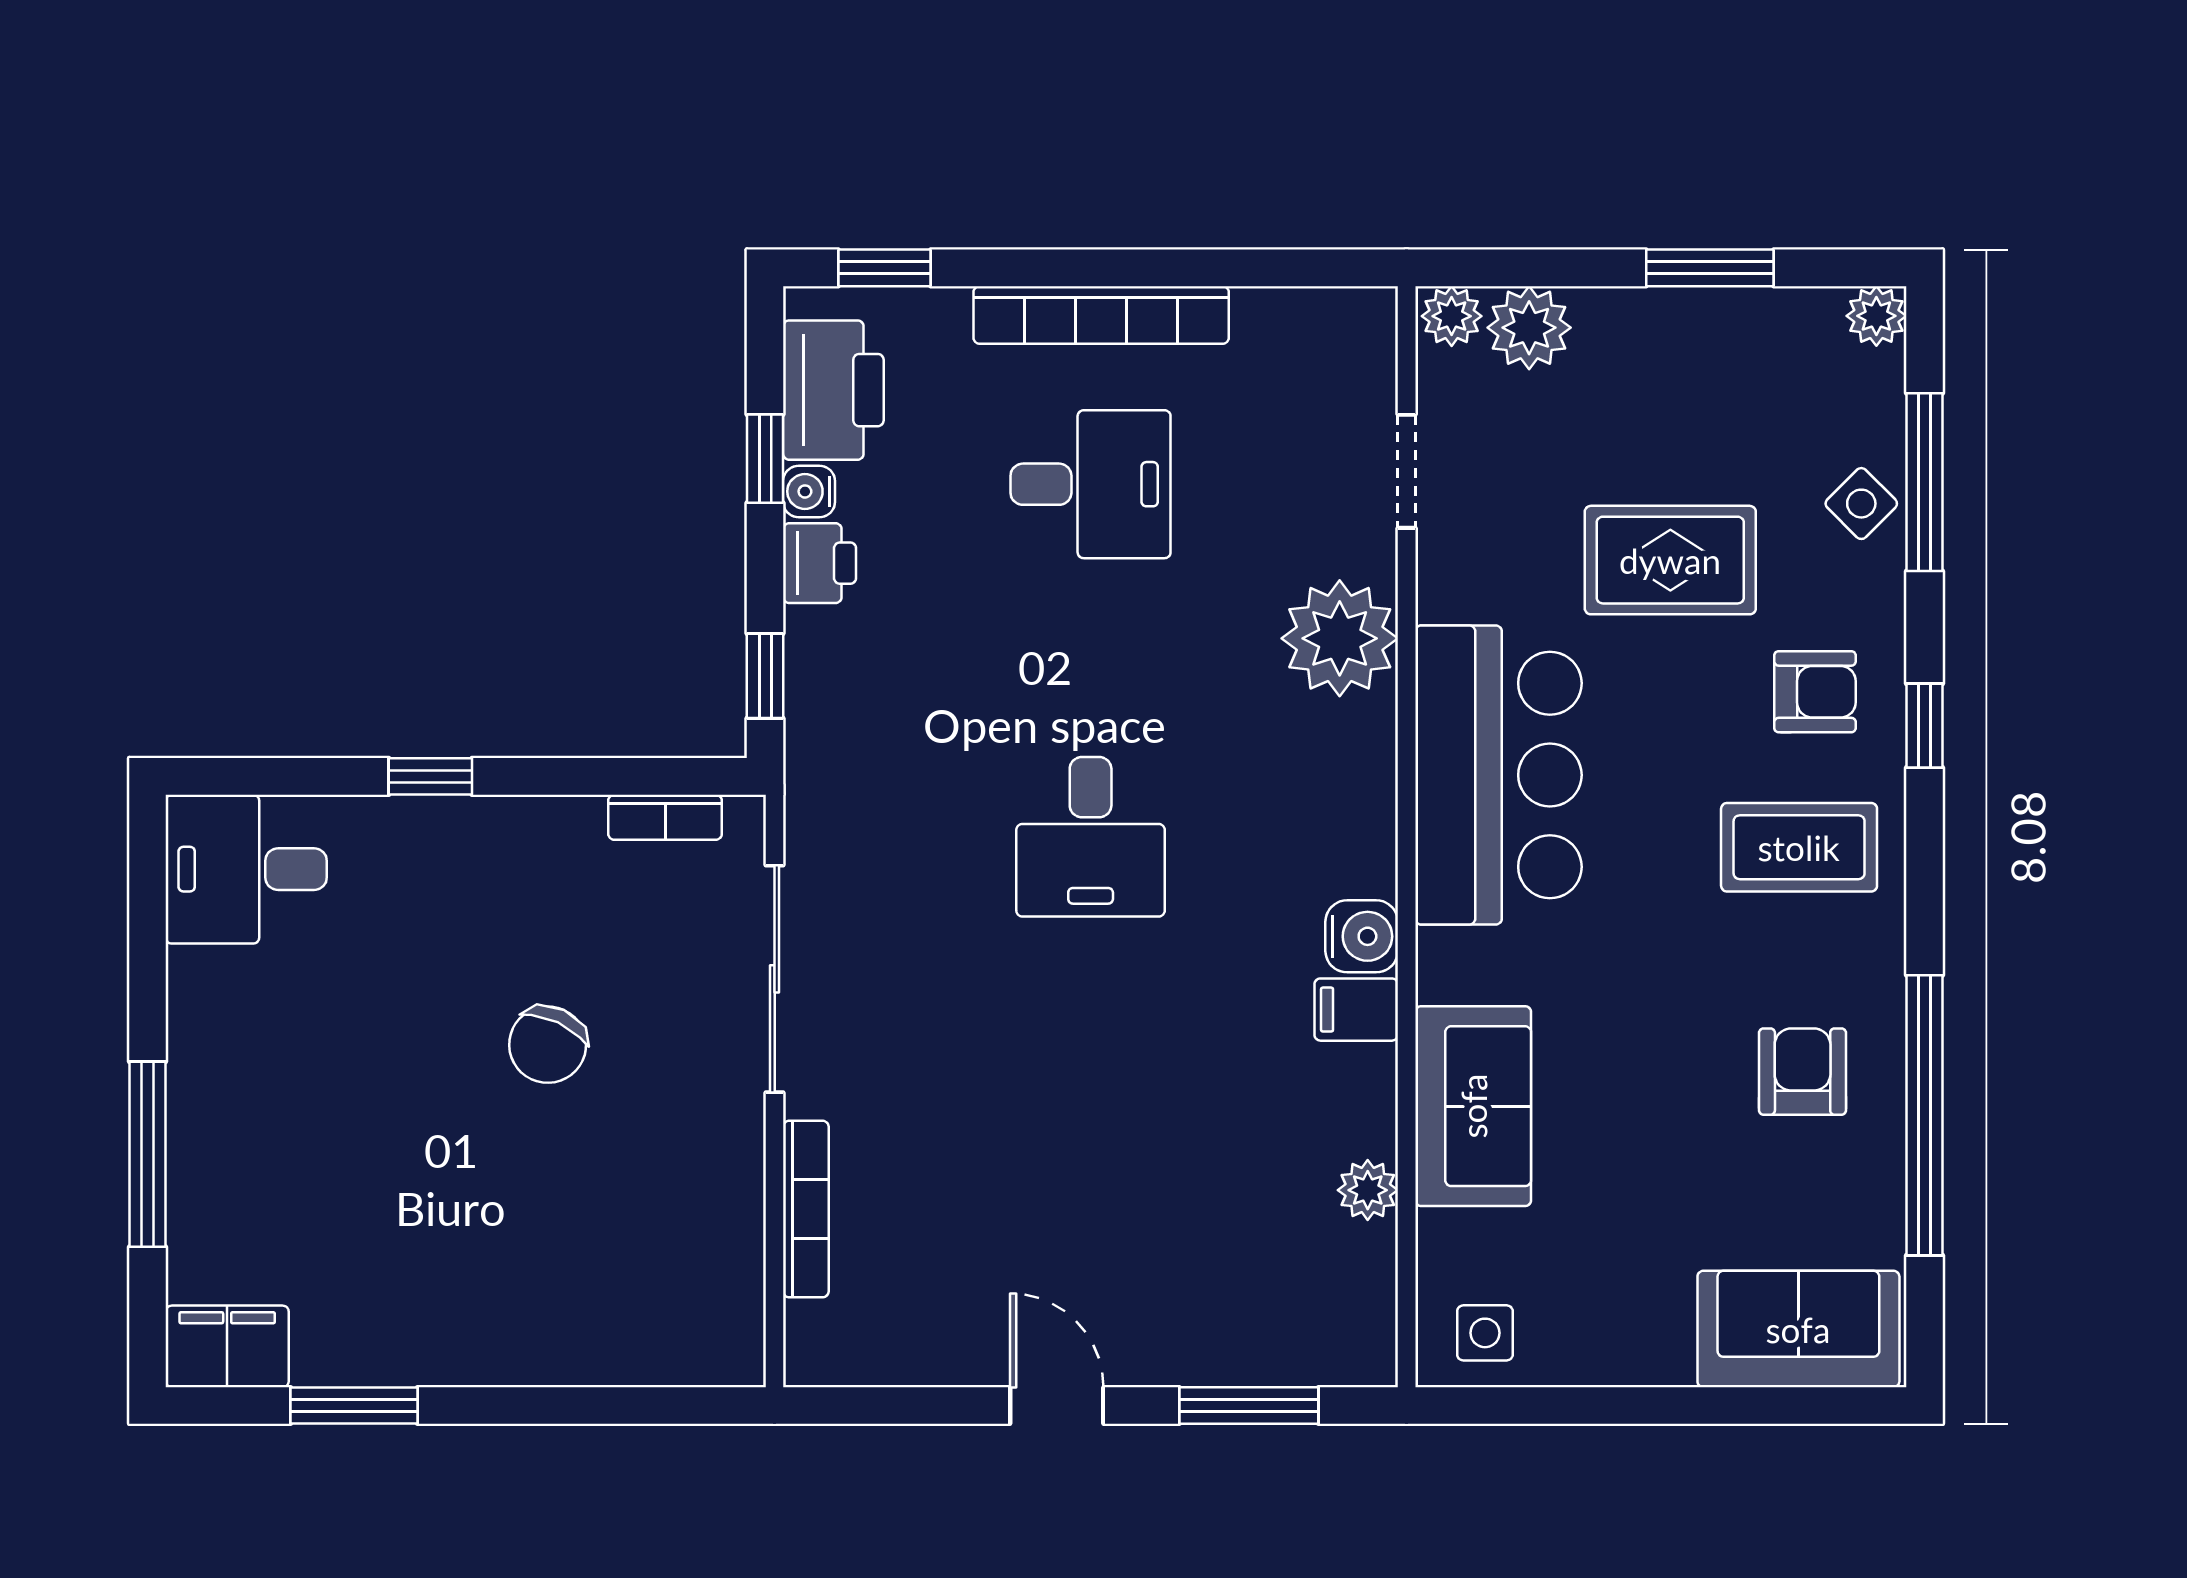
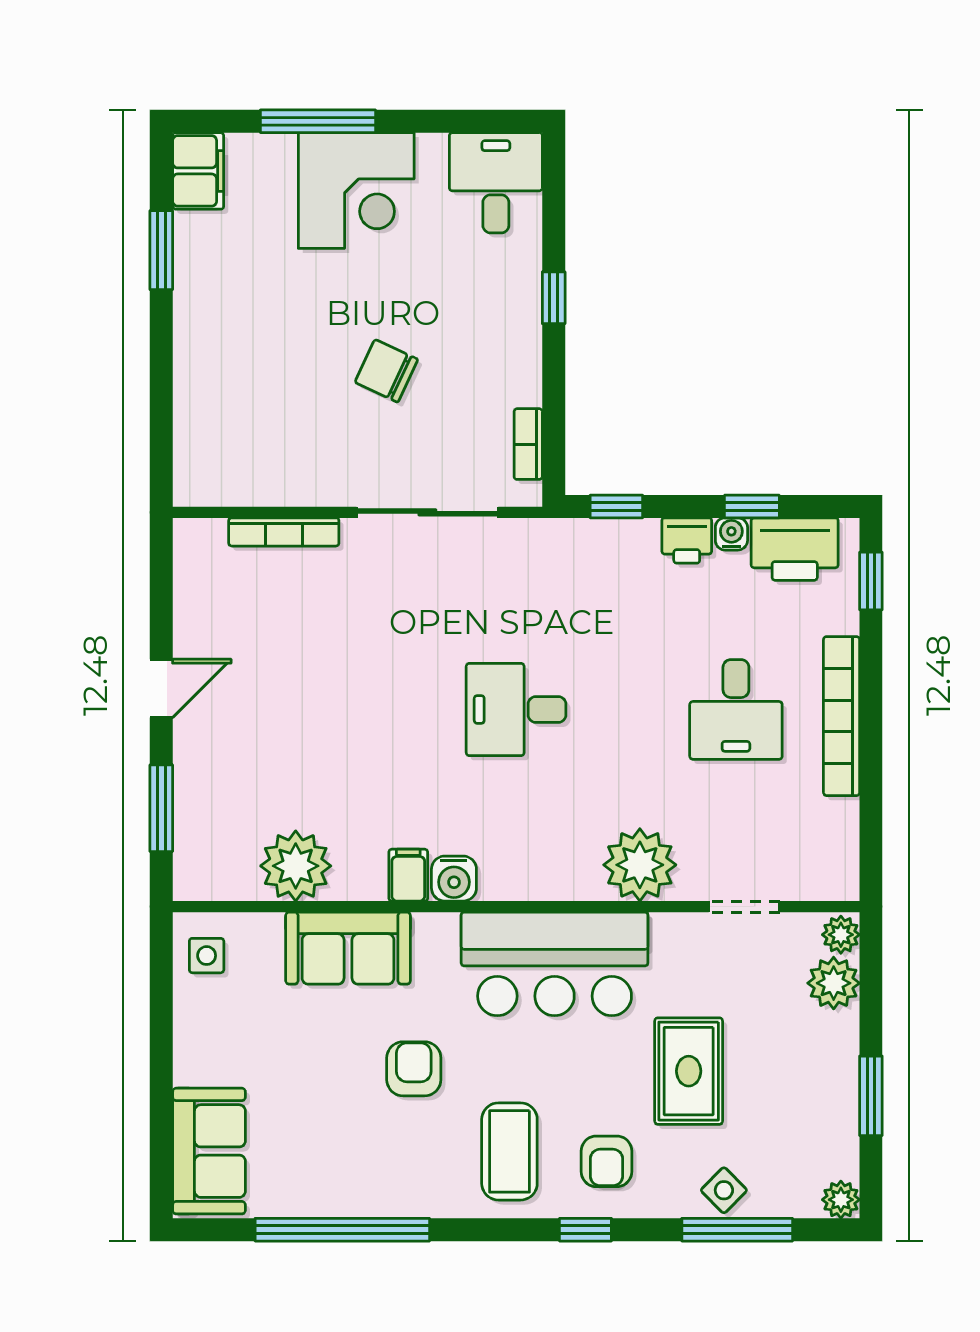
armchair: (1803, 1072) -> (414, 1069), moved, turned -90
corner desk: (259, 1093) -> (356, 191), added
plant: (1368, 1190) -> (296, 866), width x1.88, depth x1.88

